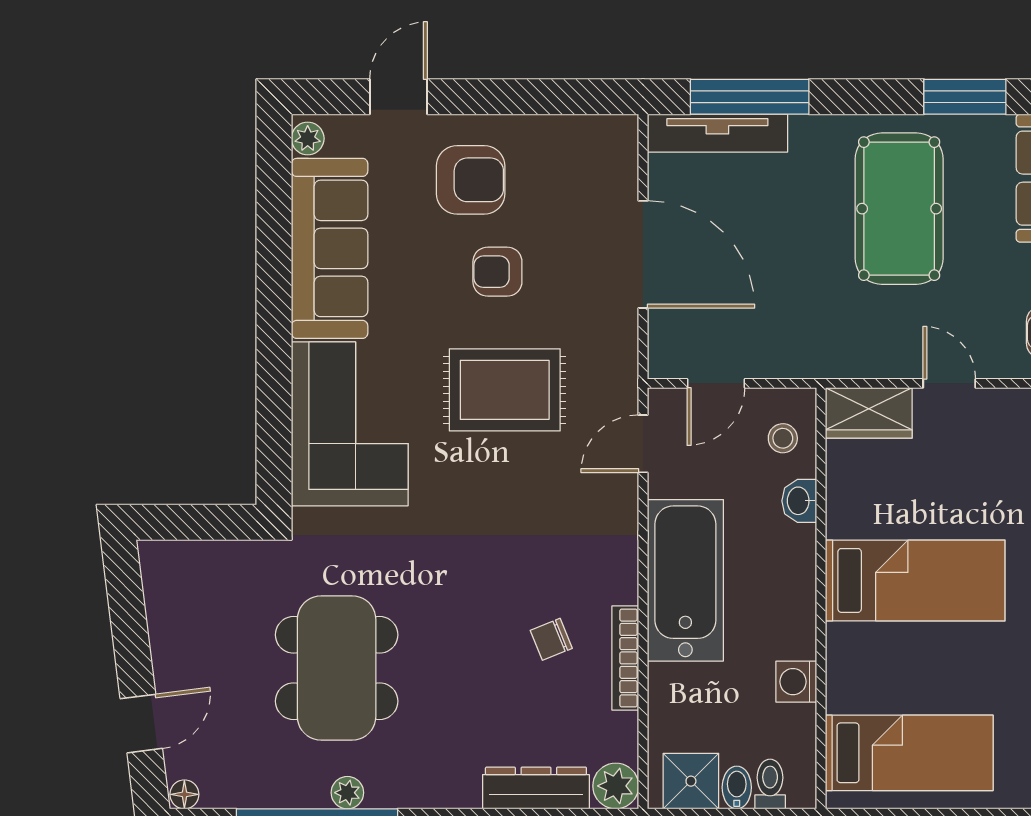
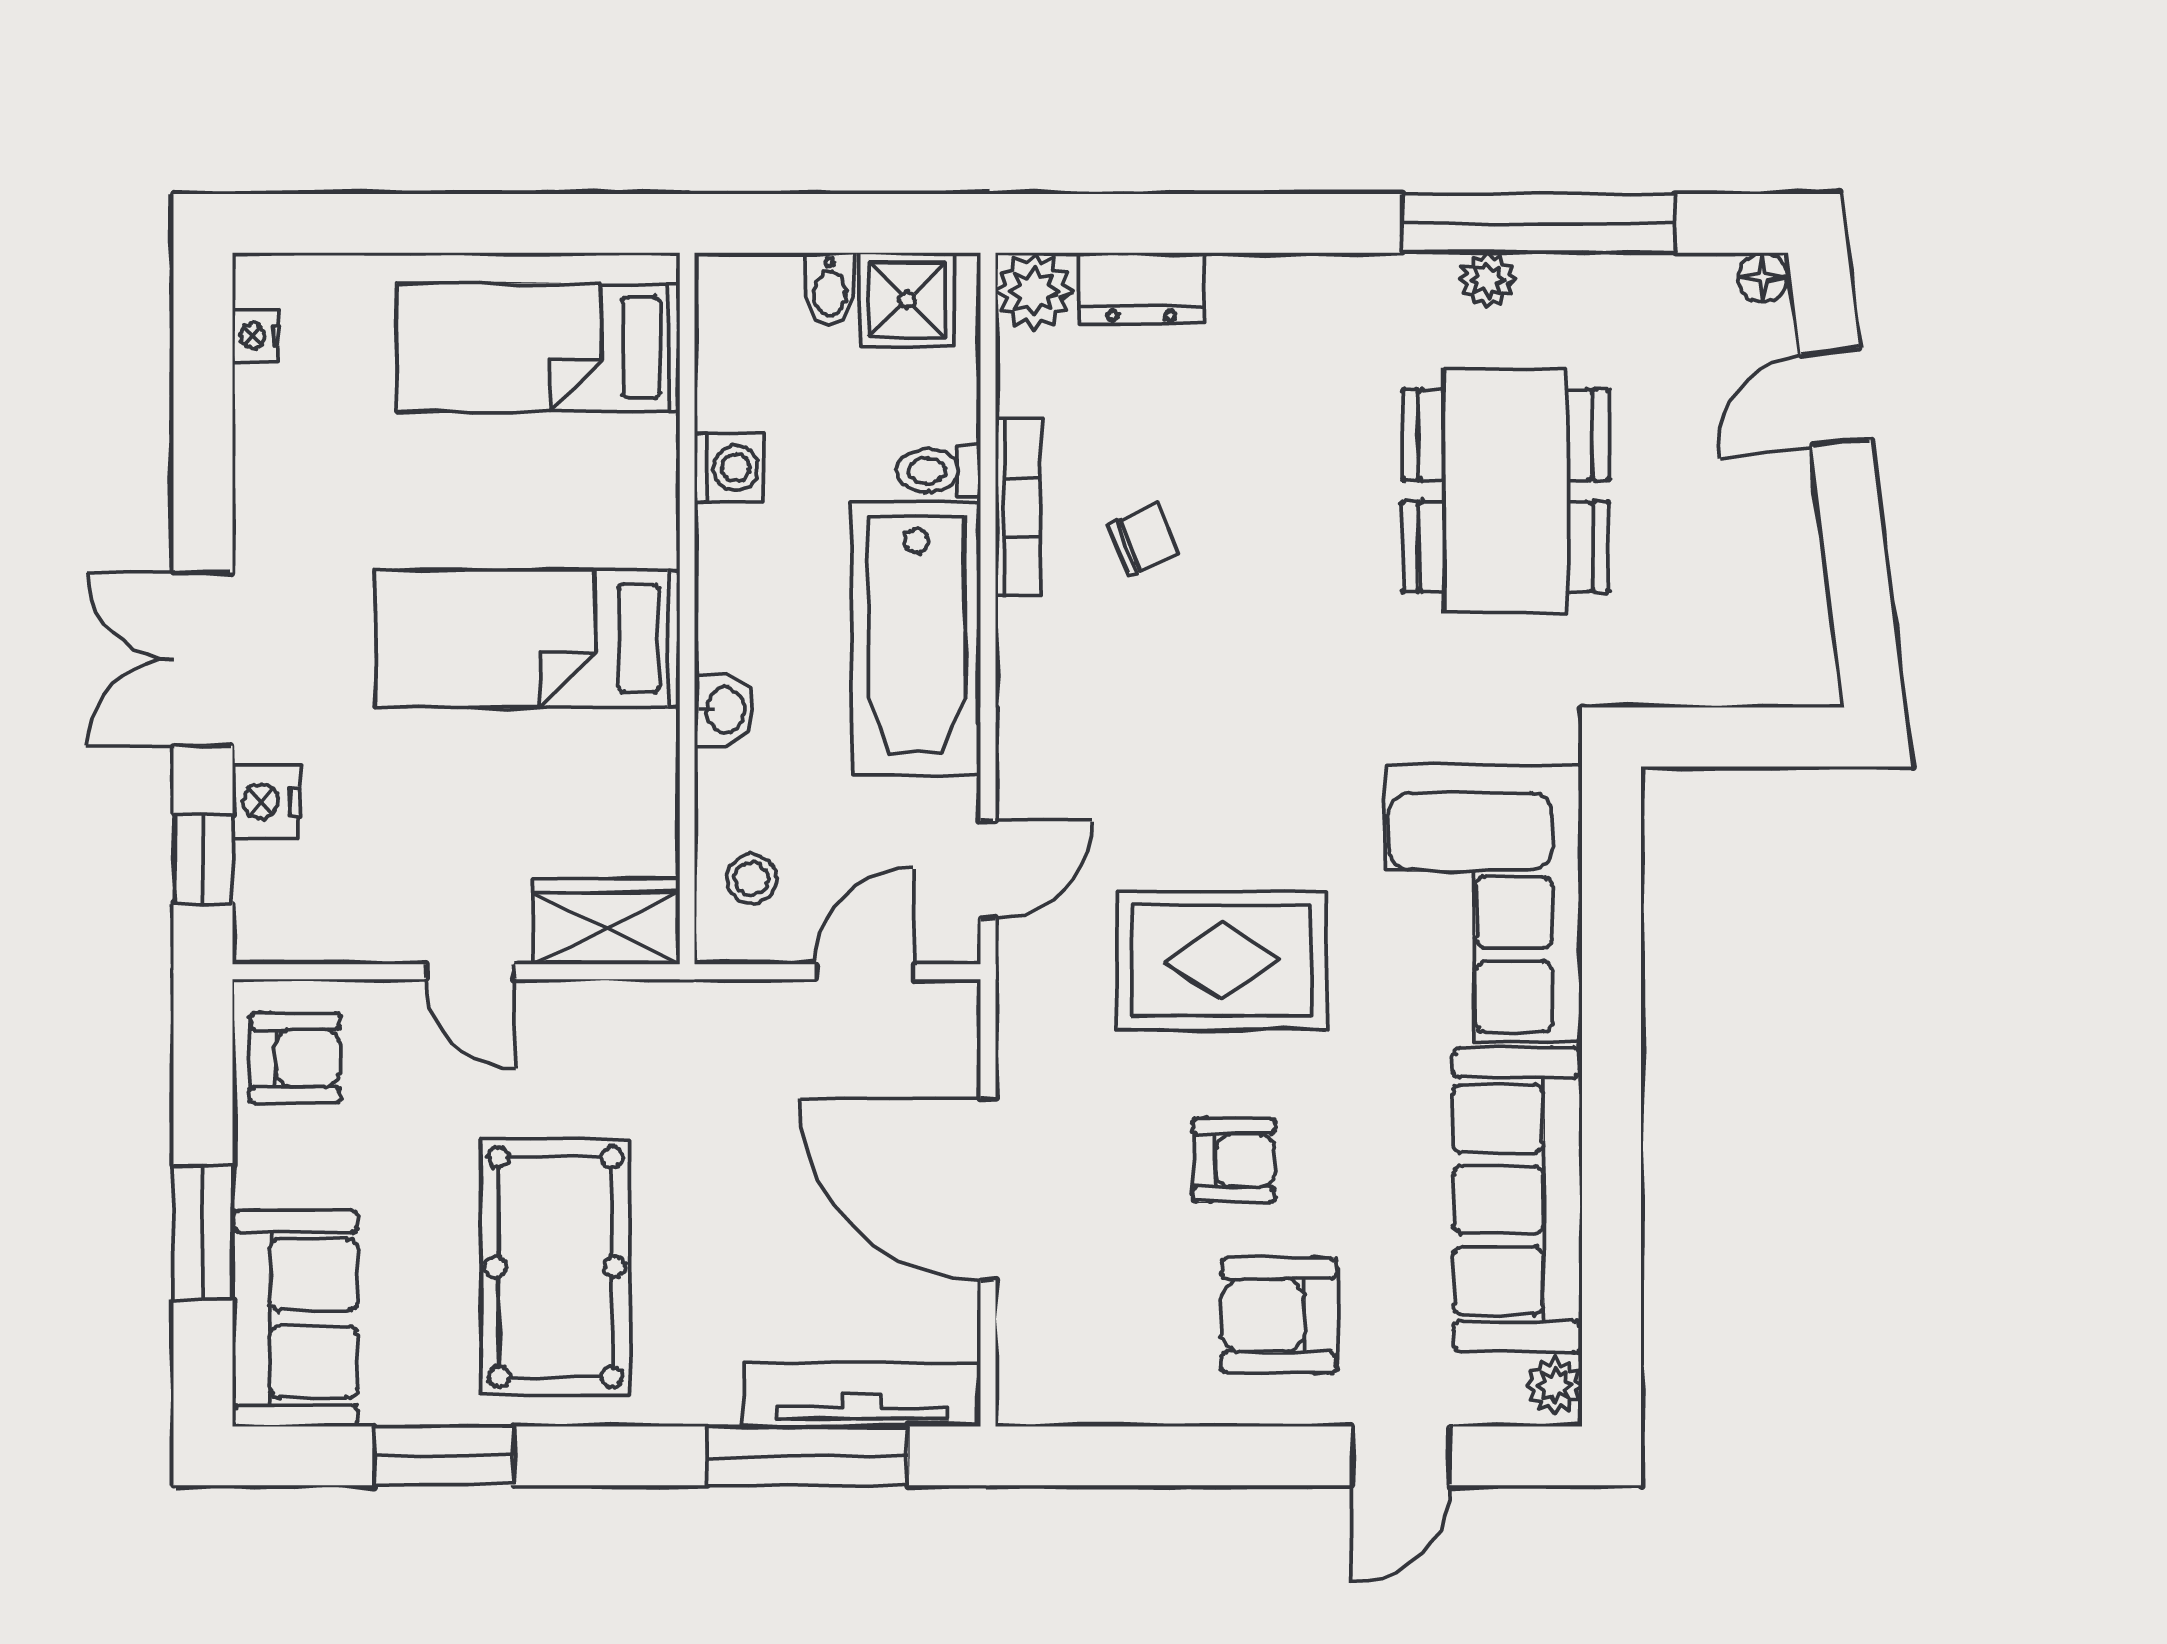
washbasin: (799, 501) -> (724, 710), moved
toilet: (770, 784) -> (939, 471), moved, turned 90
dresser: (536, 788) -> (1141, 288), width x0.70

